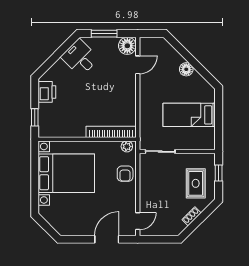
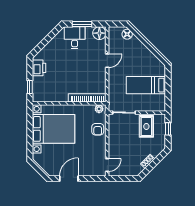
desk: (80, 58) -> (75, 38), moved, turned 45
door: (138, 65) -> (107, 61), moved
floor lamp: (186, 69) -> (127, 34), moved
rug: (196, 183) -> (146, 126), moved
door: (107, 239) -> (69, 179), moved

